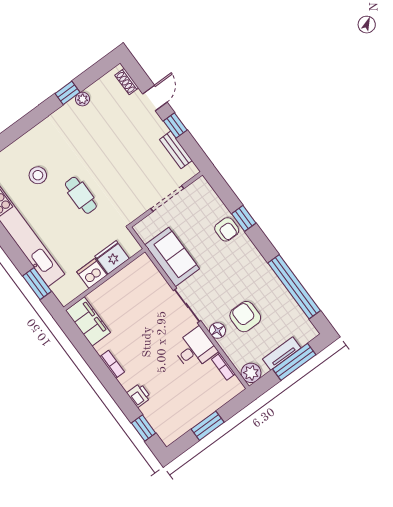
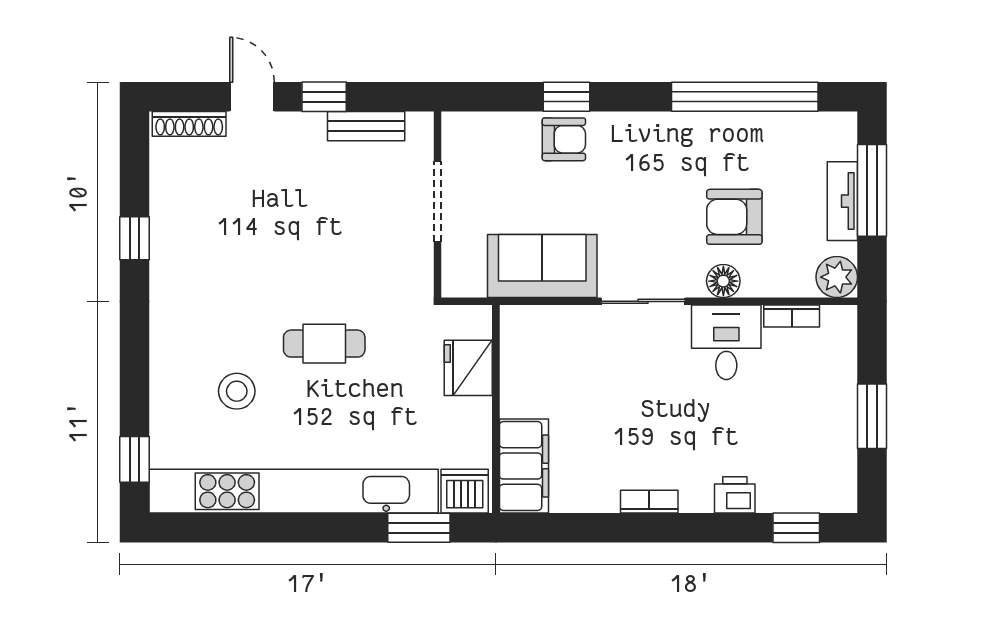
shoe rack: (127, 82) -> (189, 124), width x1.43
plant: (82, 99) -> (164, 221), removed
dishwasher: (92, 273) -> (465, 491), moved, turned 90
filing cabinet: (88, 321) -> (524, 466), moved, turned 90

